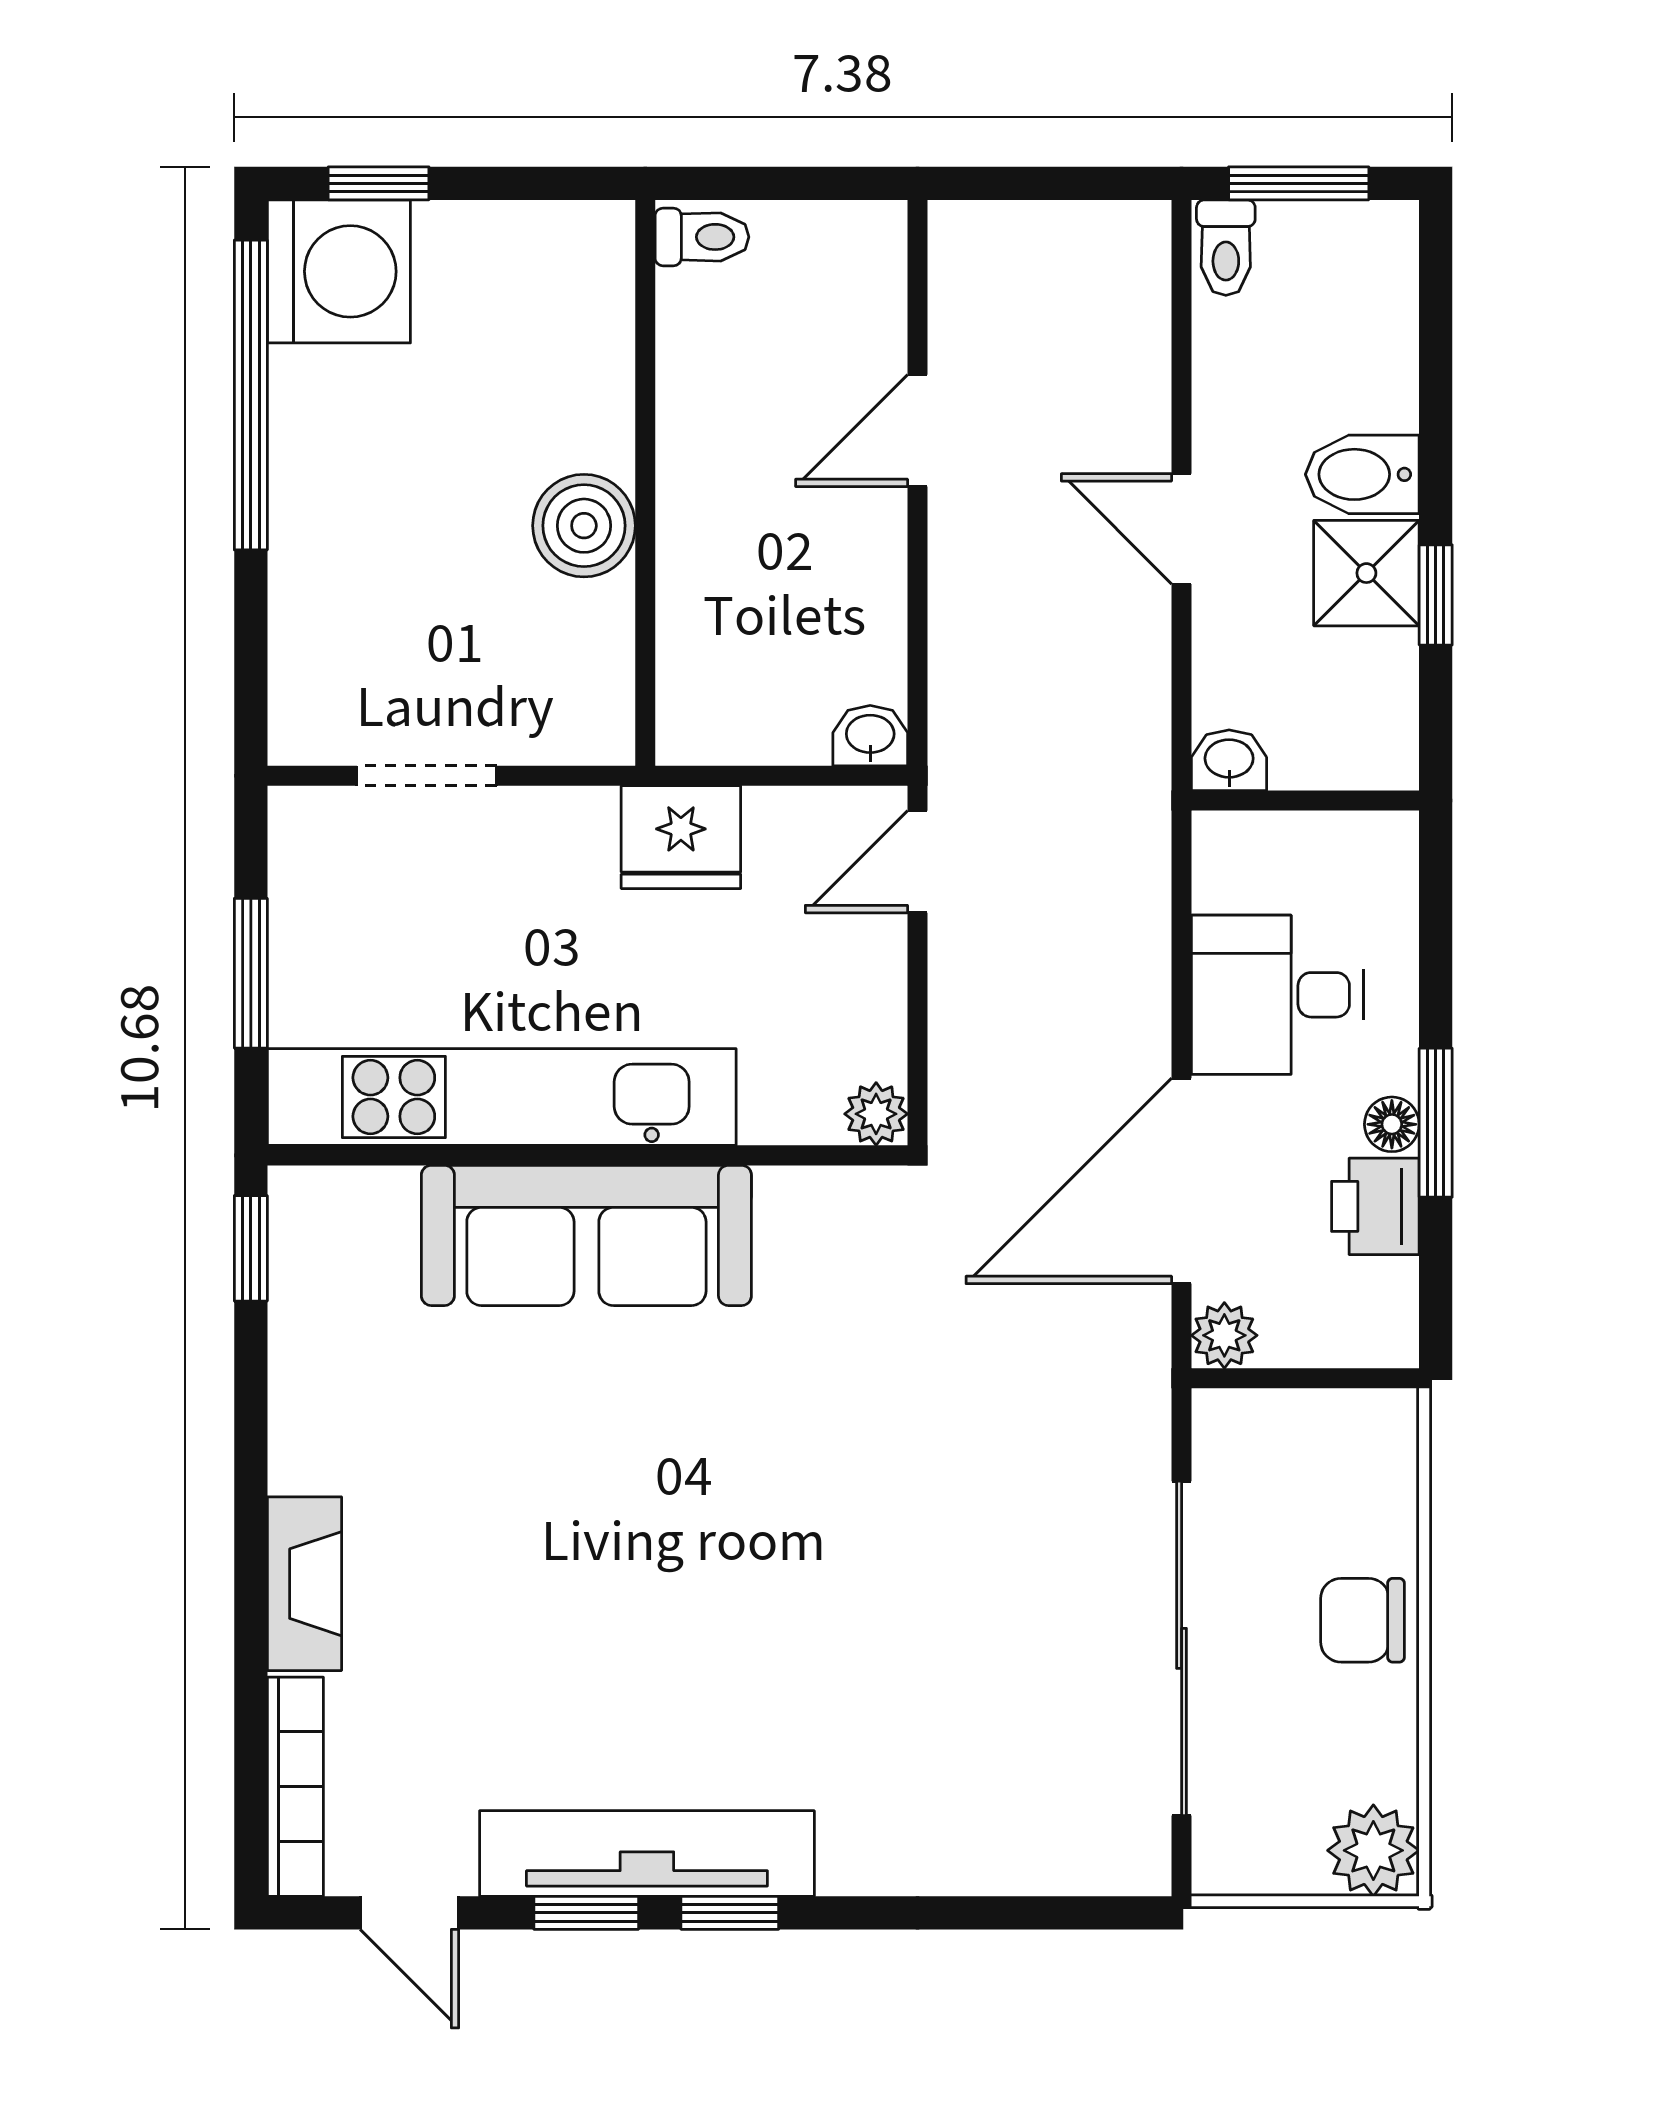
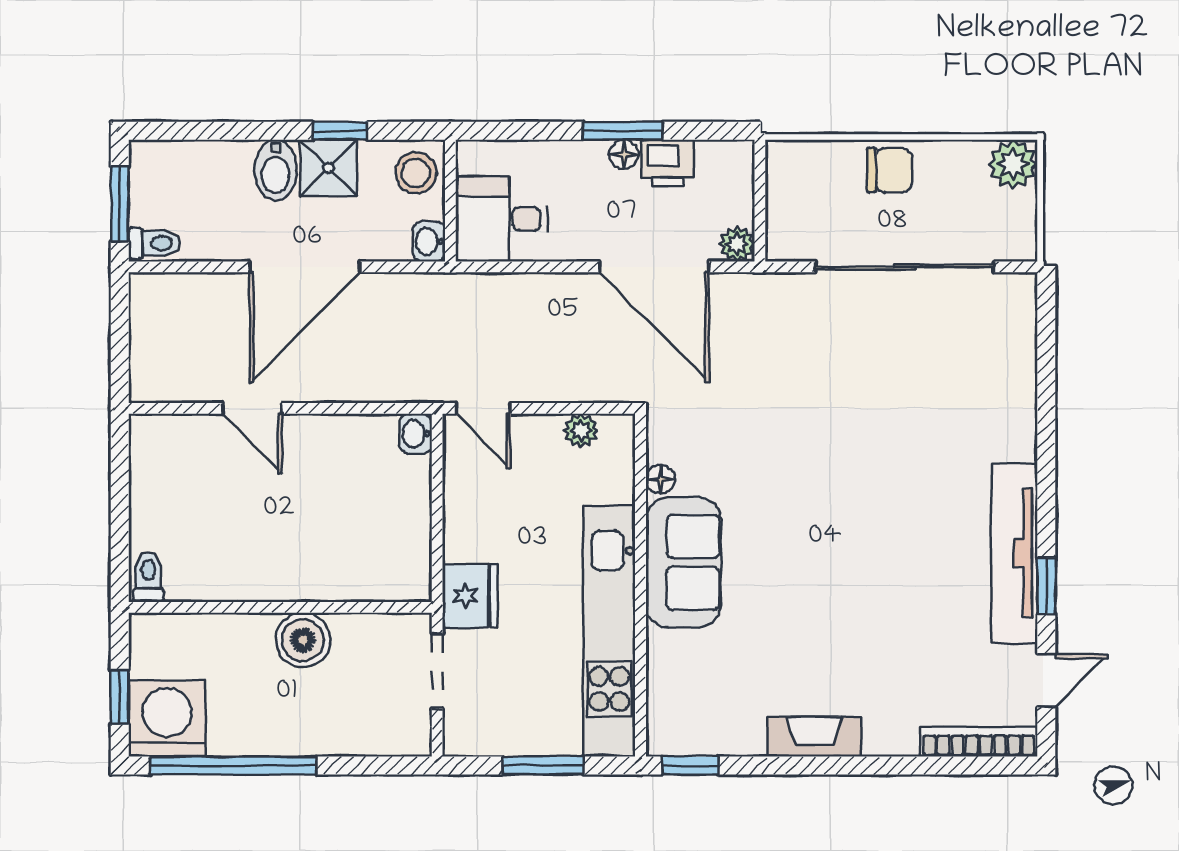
toilet: (702, 237) -> (148, 577), moved
wall: (645, 483) -> (280, 607), moved
boiler: (584, 526) -> (303, 640), moved
door: (1182, 529) -> (305, 267), width x1.87
stool: (1357, 736) -> (416, 173), added
fridge: (681, 837) -> (470, 596), moved
desk: (1277, 995) -> (502, 219), moved, turned 90
plant: (876, 1114) -> (581, 431), moved
floor lamp: (785, 1192) -> (660, 479), added
sofa: (586, 1235) -> (683, 562), width x0.73
fireplace: (304, 1584) -> (815, 737), moved
chair: (1362, 1620) -> (890, 170), turned -90
window: (730, 1913) -> (1046, 509), removed

